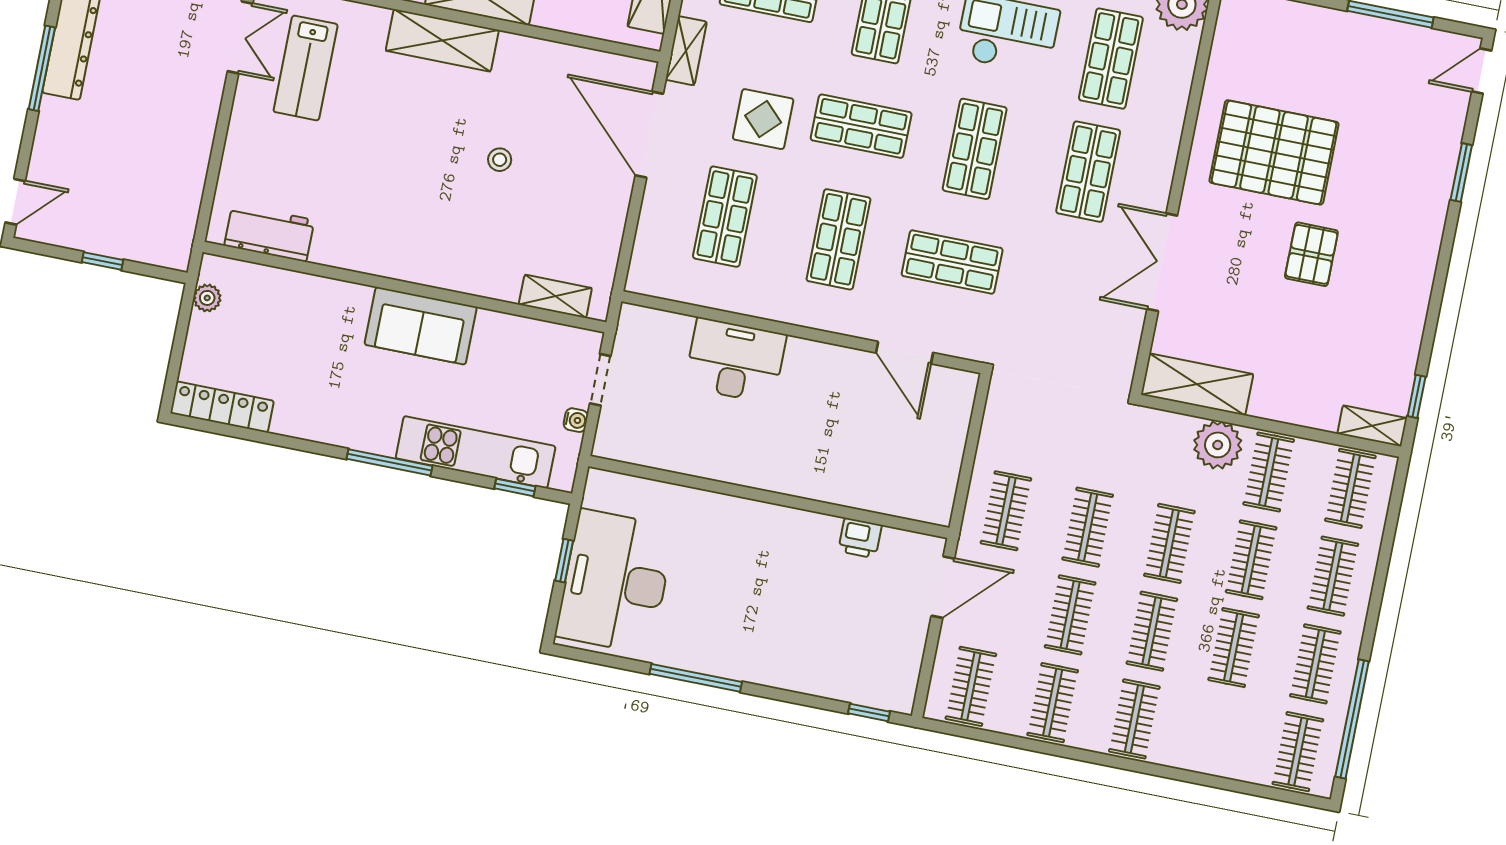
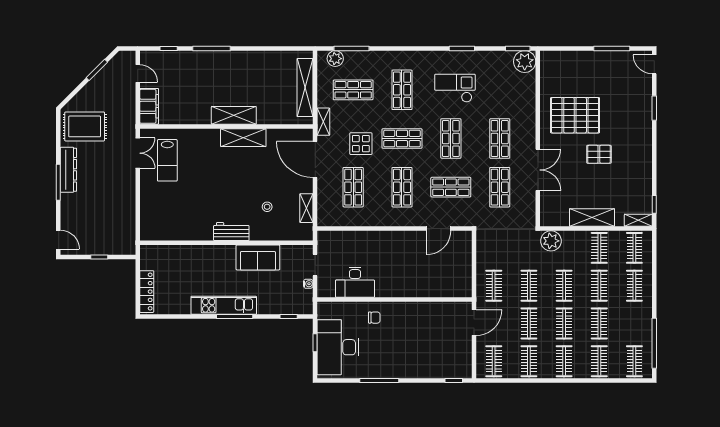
shelving: (442, 40) -> (243, 138), moved
shop shelf: (1111, 59) -> (500, 187), moved
door: (1482, 71) -> (654, 64), hinge flipped
stool: (500, 160) -> (267, 207), moved
door: (15, 202) -> (58, 240), hinge flipped
workbench: (269, 233) -> (231, 232), moved
pallet: (1311, 254) -> (599, 154), turned 90
double door: (1162, 262) -> (538, 170), swing flipped
shelving: (555, 296) -> (306, 208), moved, turned 90
plant: (207, 298) -> (146, 264), removed
sofa: (421, 326) -> (258, 257), moved
door: (904, 353) -> (439, 229), hinge flipped
desk: (735, 361) -> (355, 282), moved, turned 180
shelving: (1197, 384) -> (592, 218), moved
locker: (222, 407) -> (147, 292), moved, turned 90
plant: (1218, 445) -> (551, 241), moved
kitchen unit: (476, 452) -> (224, 305), moved
chair: (714, 529) -> (374, 318), added
printer: (860, 538) -> (436, 309), removed
clothes rail: (1315, 664) -> (599, 361), moved

